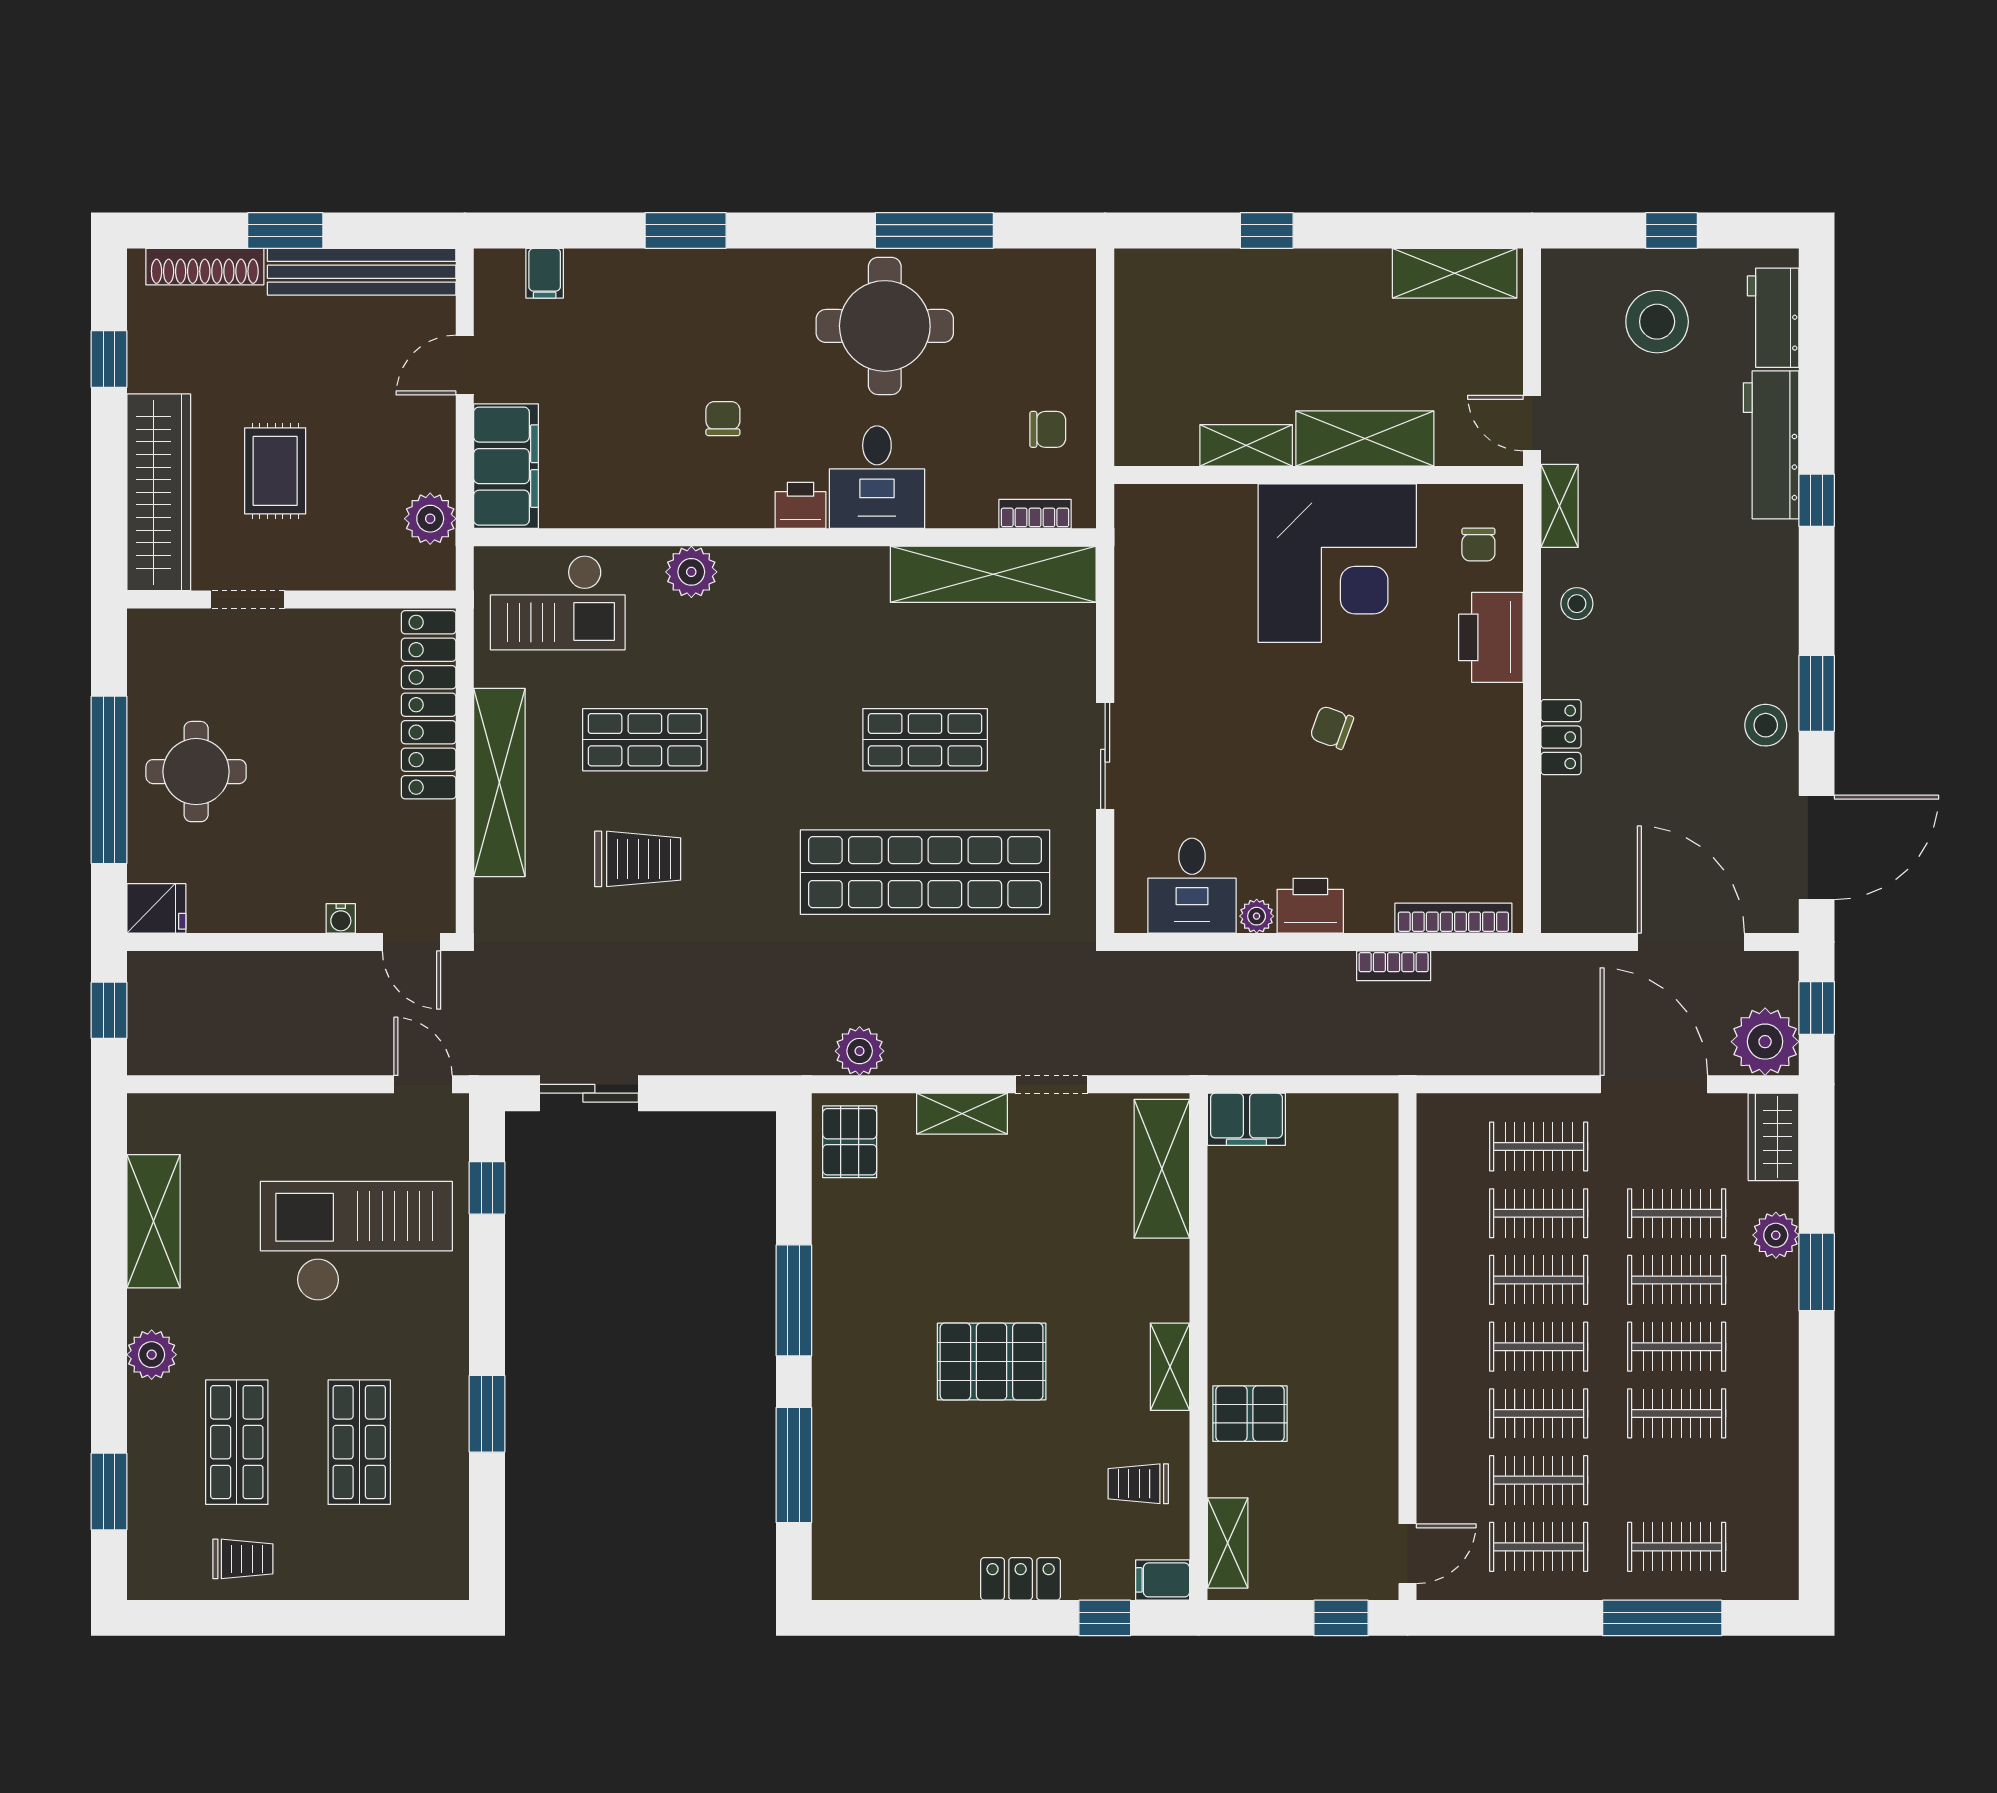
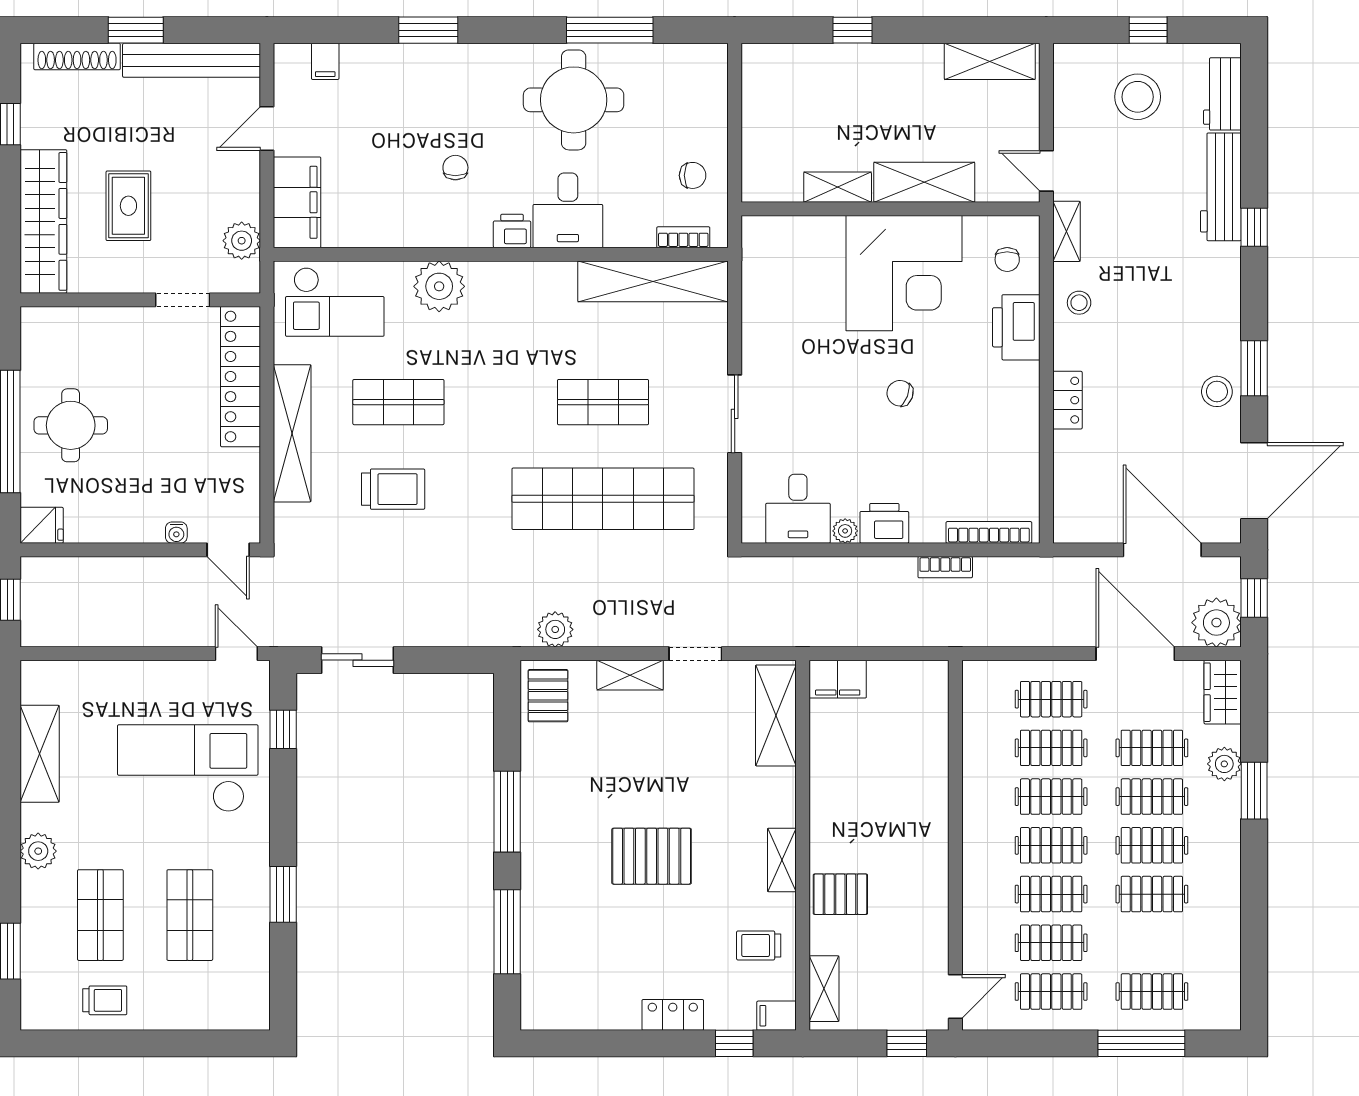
plant: (691, 572) -> (439, 286), width x1.36, depth x1.36
doorway: (248, 600) -> (183, 300), moved

